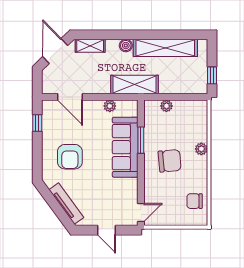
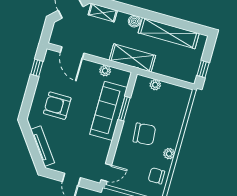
plant: (201, 149) -> (169, 154), moved
armchair: (70, 157) -> (57, 106), turned 90

